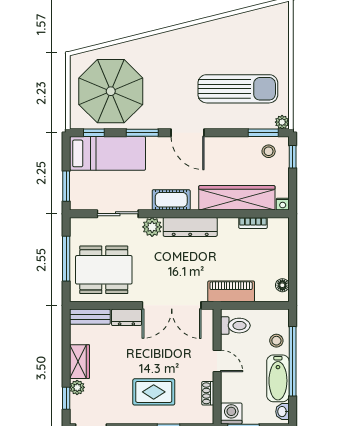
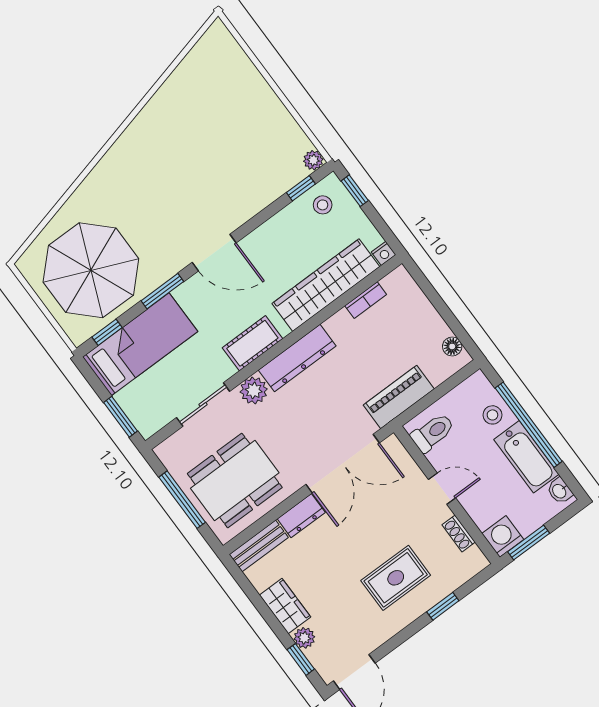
sun lounger: (238, 89) -> (234, 160), removed
window: (263, 133) -> (301, 188), width x0.67

